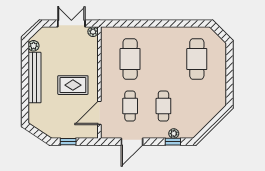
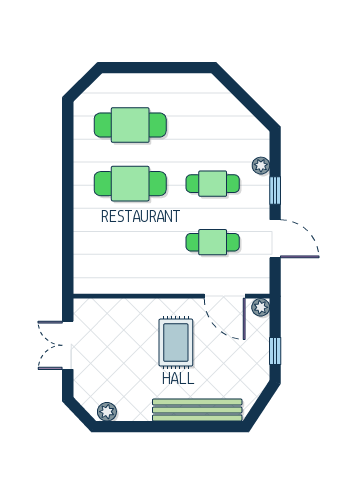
plant: (93, 32) -> (261, 307), moved
cafe table: (130, 59) -> (130, 184), moved
bench: (34, 78) -> (197, 410), moved
window: (173, 142) -> (275, 191), moved

